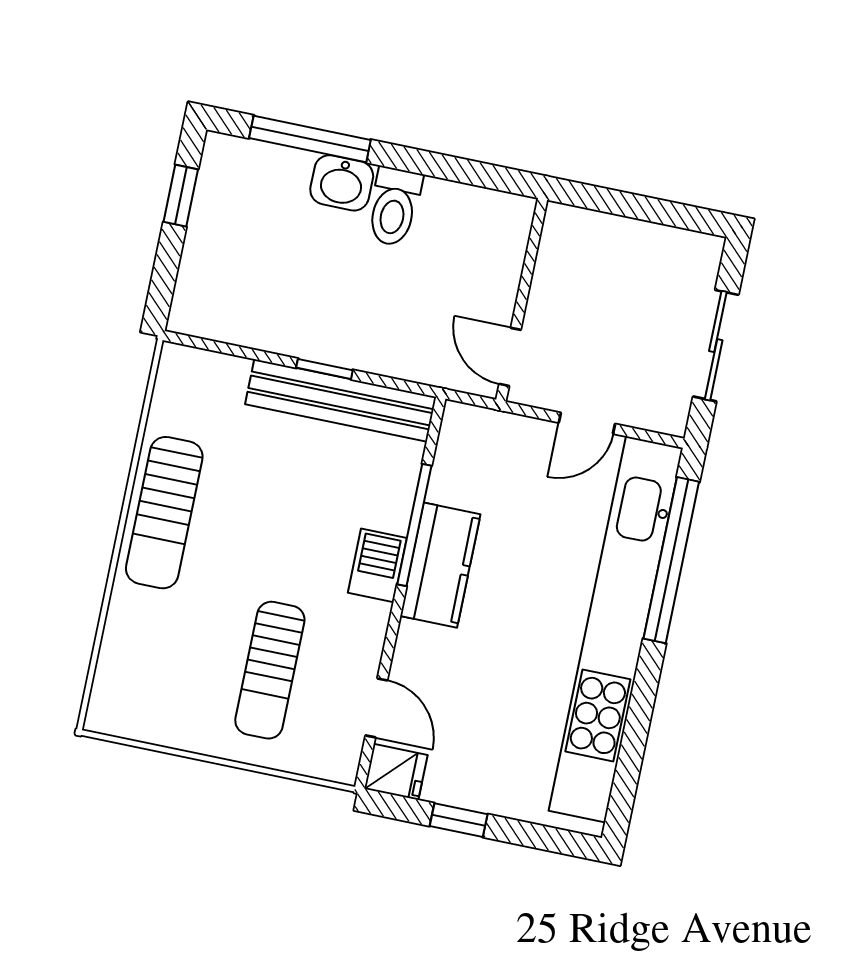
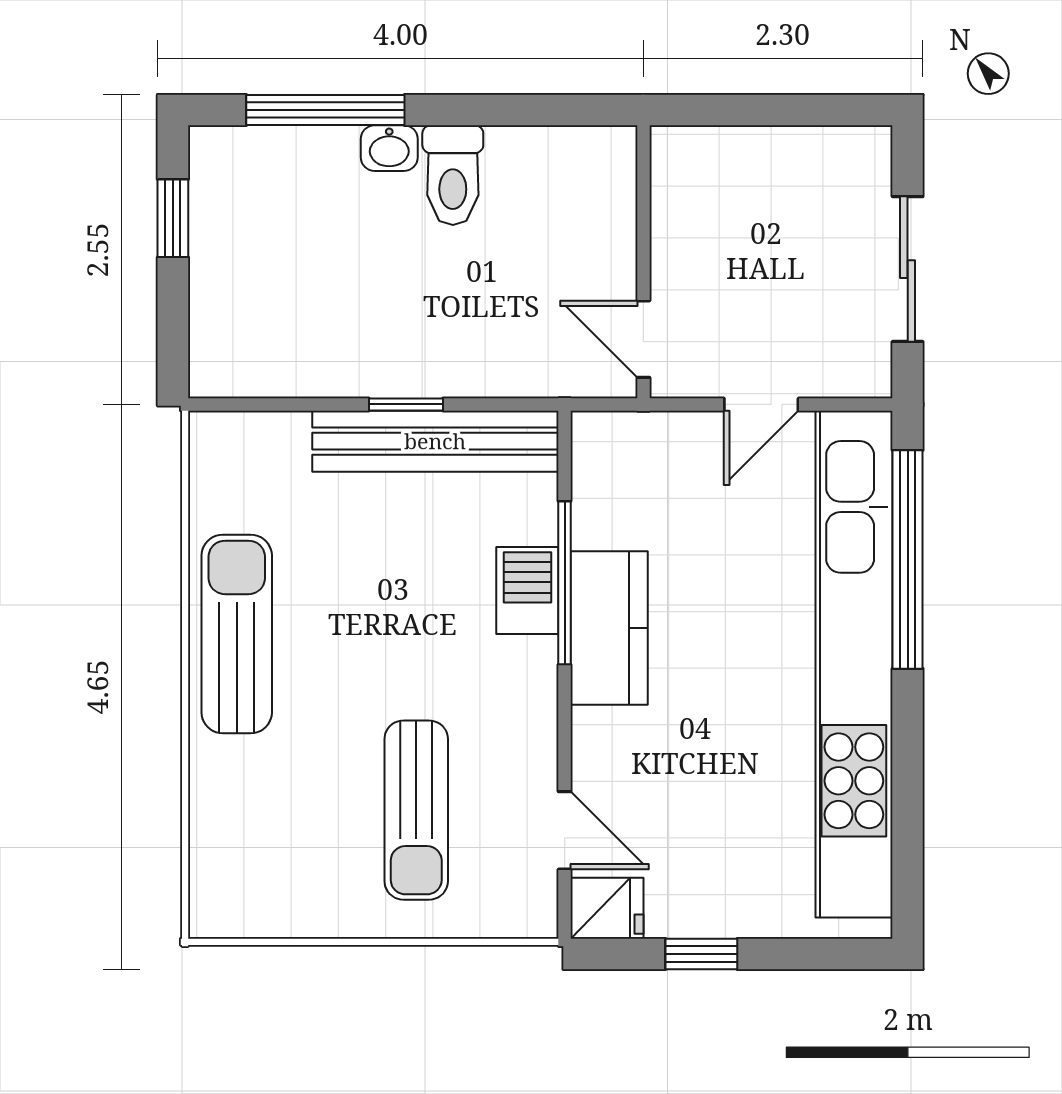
washbasin: (342, 183) -> (389, 148), width x0.72, depth x0.69
sun lounger: (164, 513) -> (237, 634), turned 180
barbecue: (377, 565) -> (527, 590), moved

